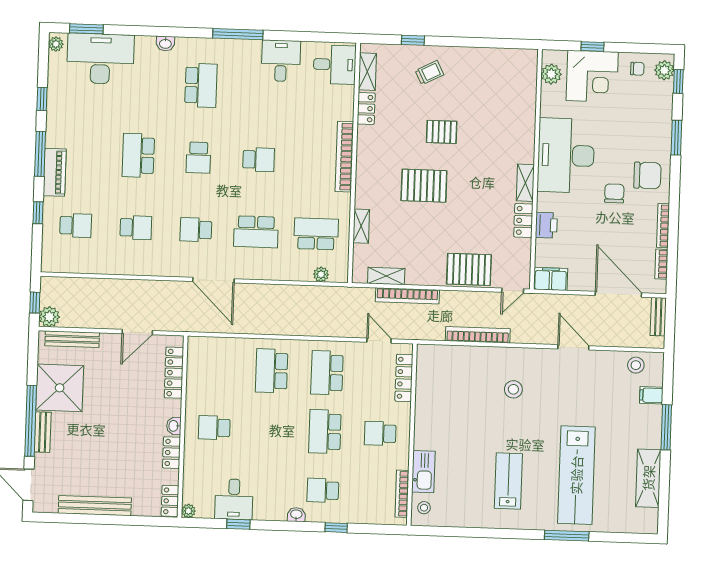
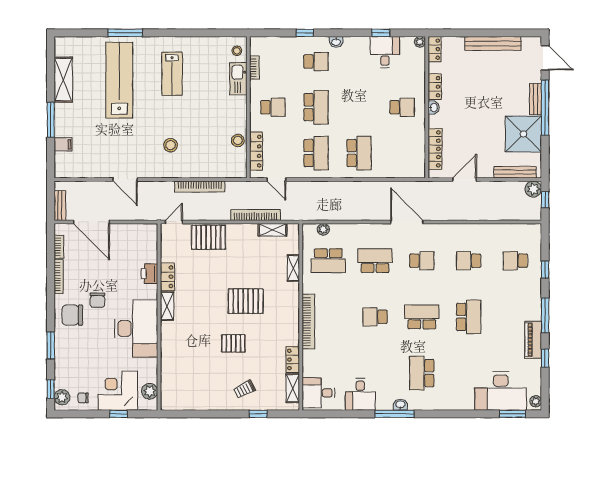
washbasin: (165, 43) -> (400, 405), moved
school desk: (198, 158) -> (422, 317), width x1.85
piano: (55, 172) -> (533, 340), moved
filing cabinet: (551, 279) -> (145, 232), removed
stool: (636, 365) -> (238, 140), moved
bookcase: (402, 494) -> (254, 68), width x0.64

